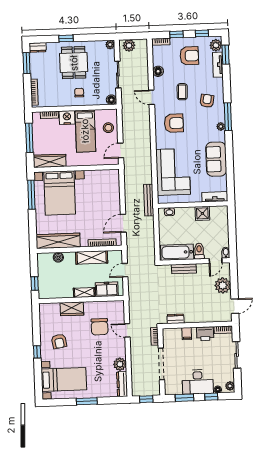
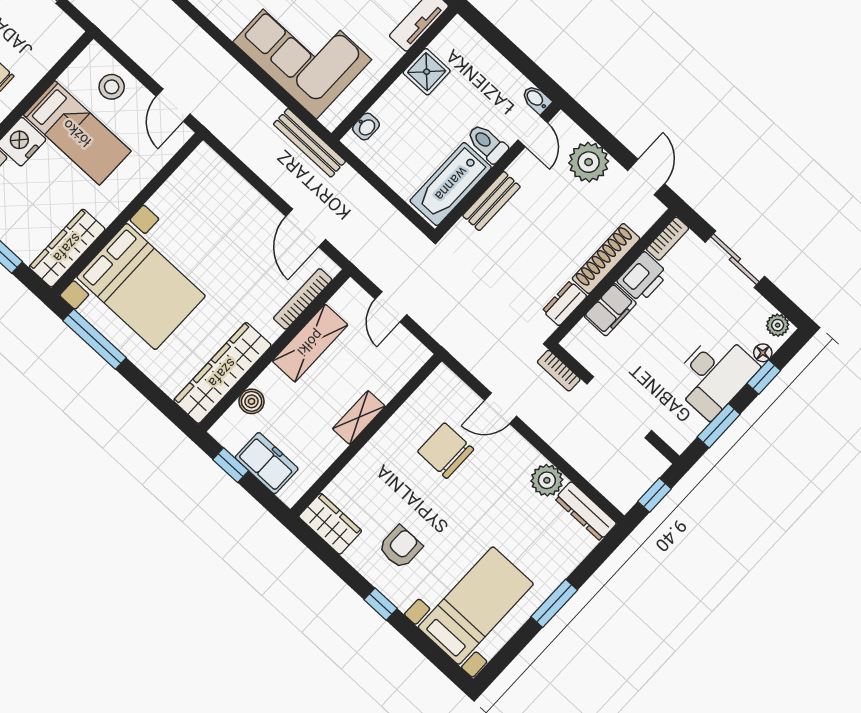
floor lamp: (111, 100) -> (68, 33), removed
window: (35, 284) -> (231, 465), moved
freezer: (107, 289) -> (267, 463), moved, turned 90
wardrobe: (72, 309) -> (330, 524), moved, turned -90
shoe rack: (200, 318) -> (606, 258), added
chair: (100, 327) -> (446, 451), turned 180
filing cabinet: (187, 334) -> (610, 310), width x2.00
armchair: (59, 341) -> (400, 547), turned -80

